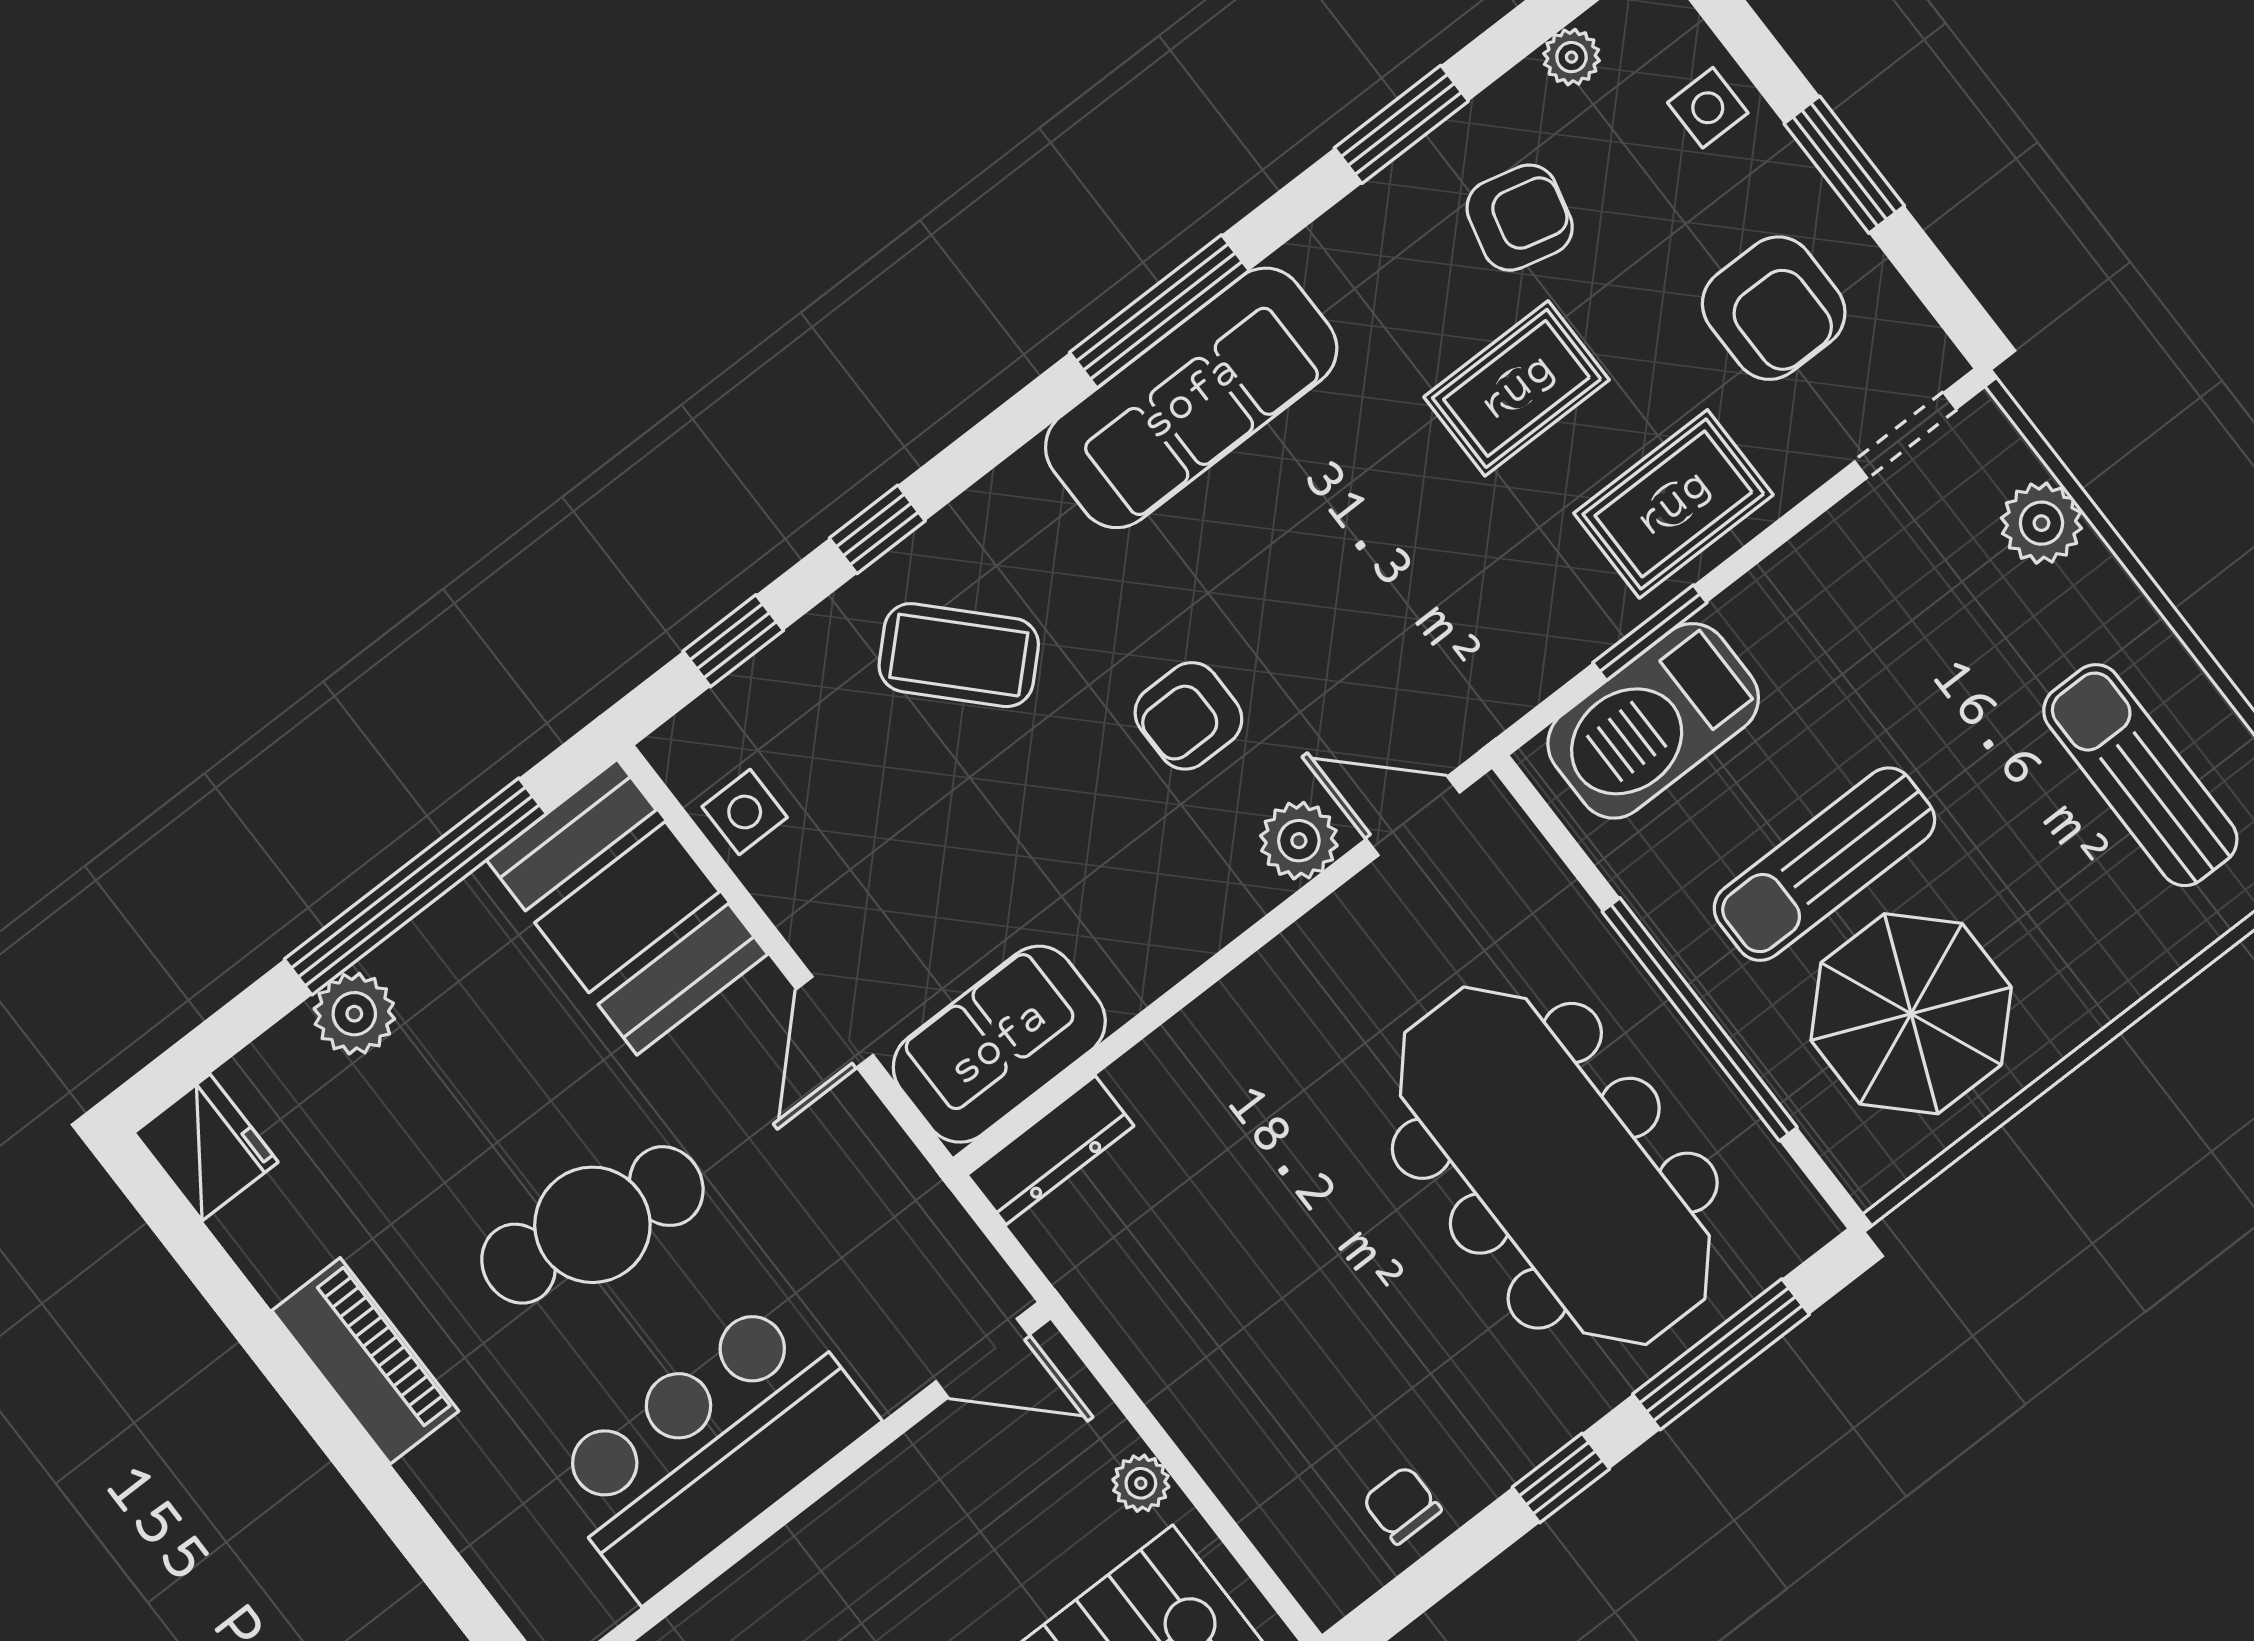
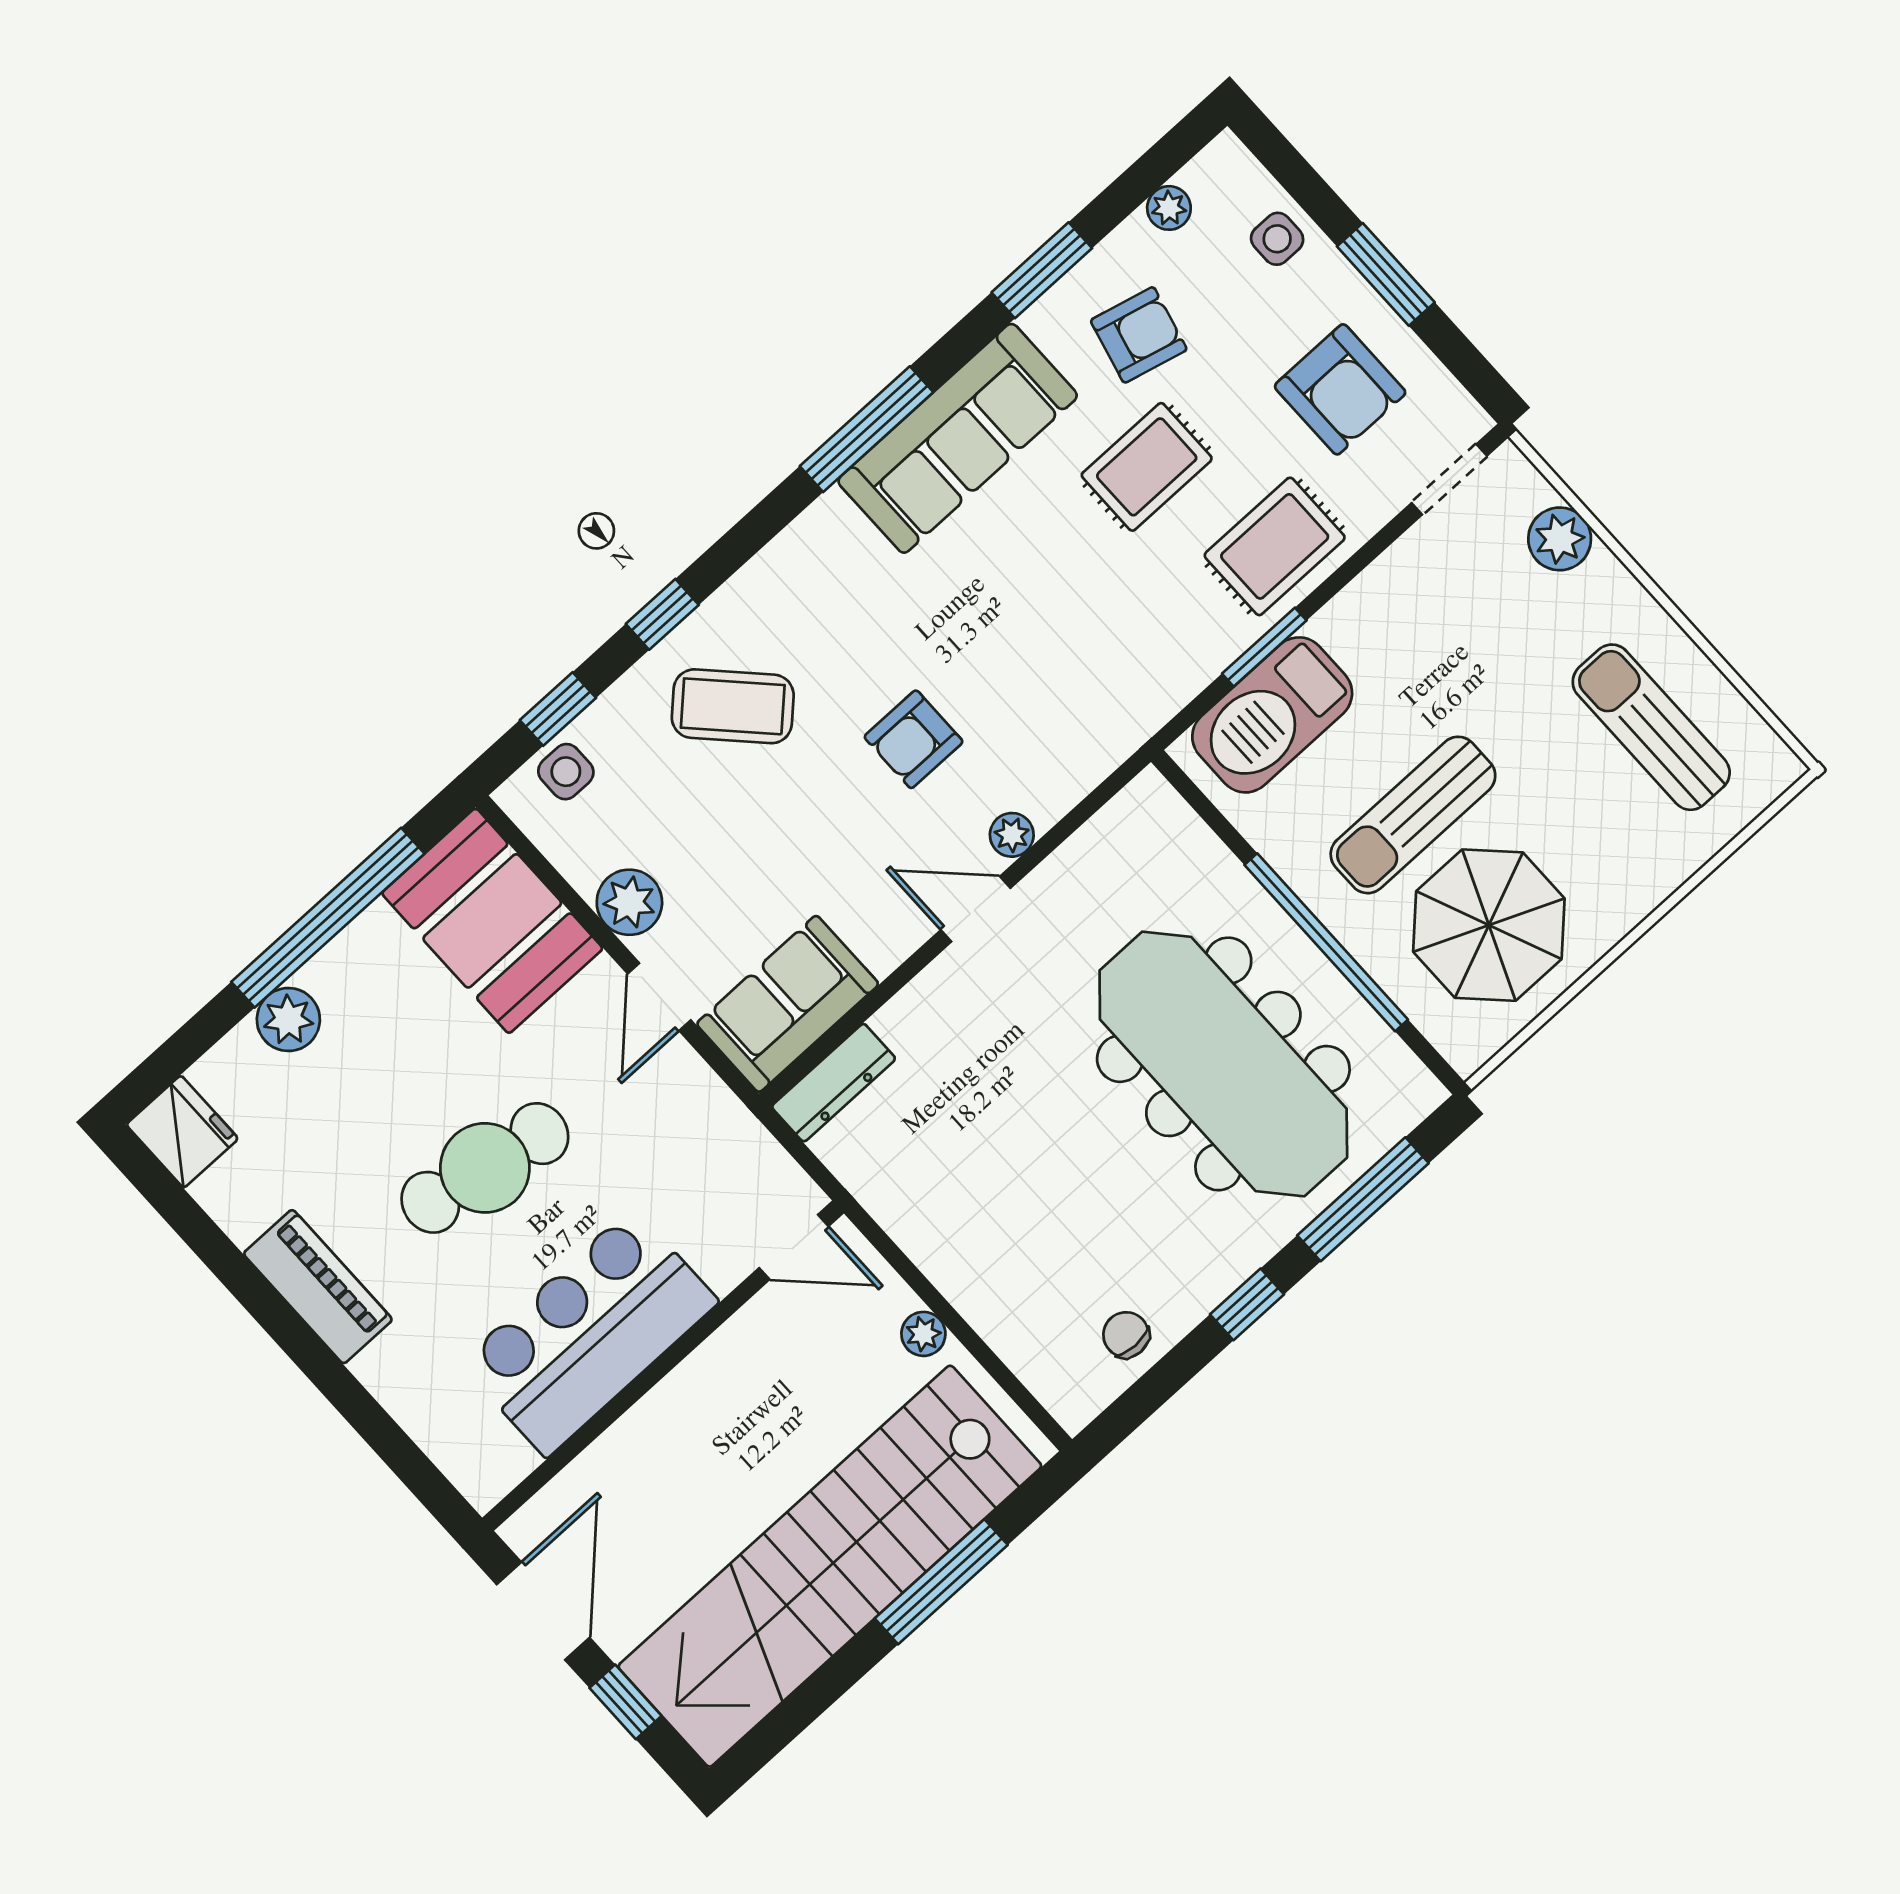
sofa: (1191, 398) -> (958, 438), moved
side table: (745, 812) -> (566, 772), moved
door: (1413, 816) -> (976, 909), moved
plant: (1299, 841) -> (1012, 835), width x0.73, depth x0.73
plant: (806, 897) -> (629, 902), added

